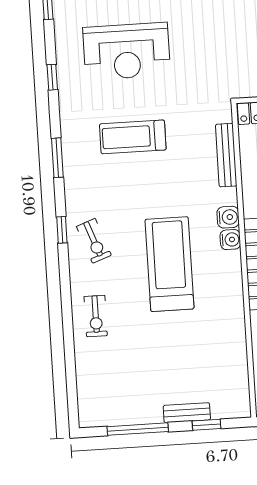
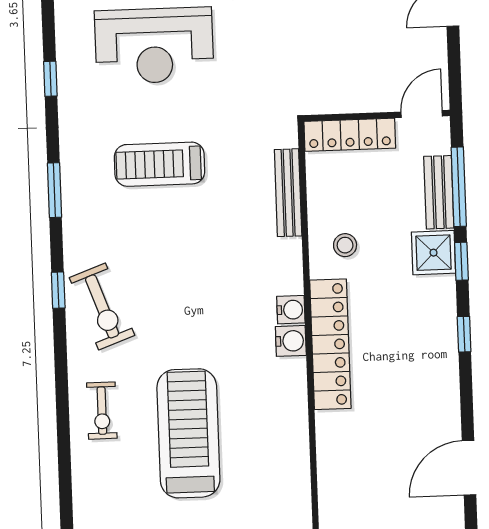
water cooler: (228, 217) -> (291, 341), moved
exercise bike: (94, 241) -> (102, 306), width x1.38, depth x1.39
treadmill: (169, 264) -> (188, 433), moved

